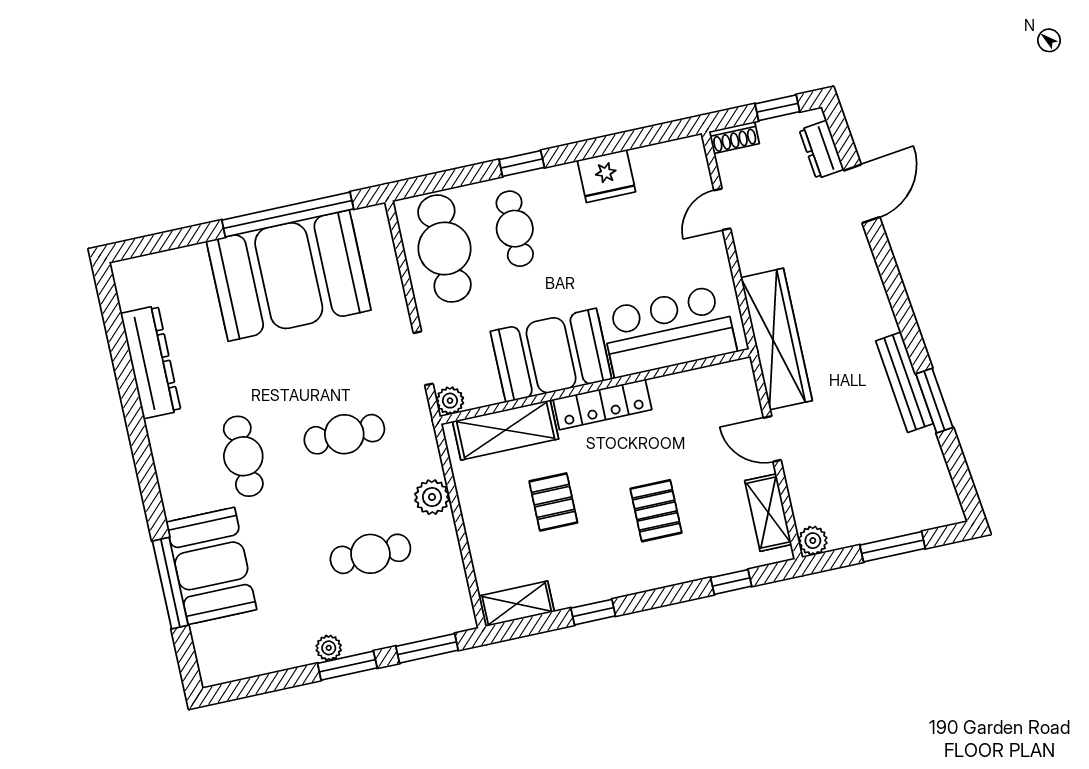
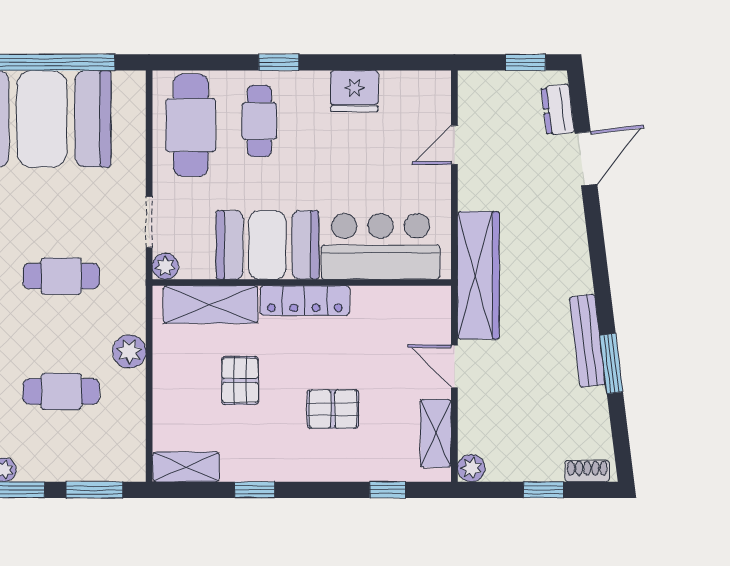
shoe rack: (734, 138) -> (587, 471), moved, turned 180
pallet: (656, 511) -> (333, 409), turned 90
window: (893, 547) -> (544, 490), width x0.67

